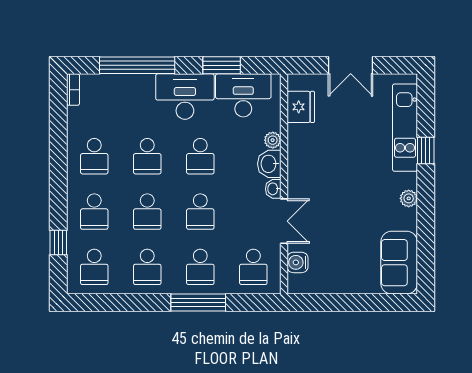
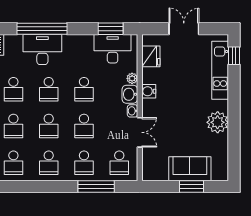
window: (222, 65) -> (111, 29), moved
double door: (351, 65) -> (184, 29), swing flipped
desk: (185, 97) -> (42, 49), moved
window: (426, 150) -> (234, 56), moved
plant: (409, 198) -> (218, 122), width x1.87, depth x1.87
water cooler: (298, 262) -> (149, 91), moved
sofa: (399, 263) -> (190, 169), moved, turned 90
window: (198, 303) -> (96, 186), moved
window: (362, 303) -> (191, 186), added

